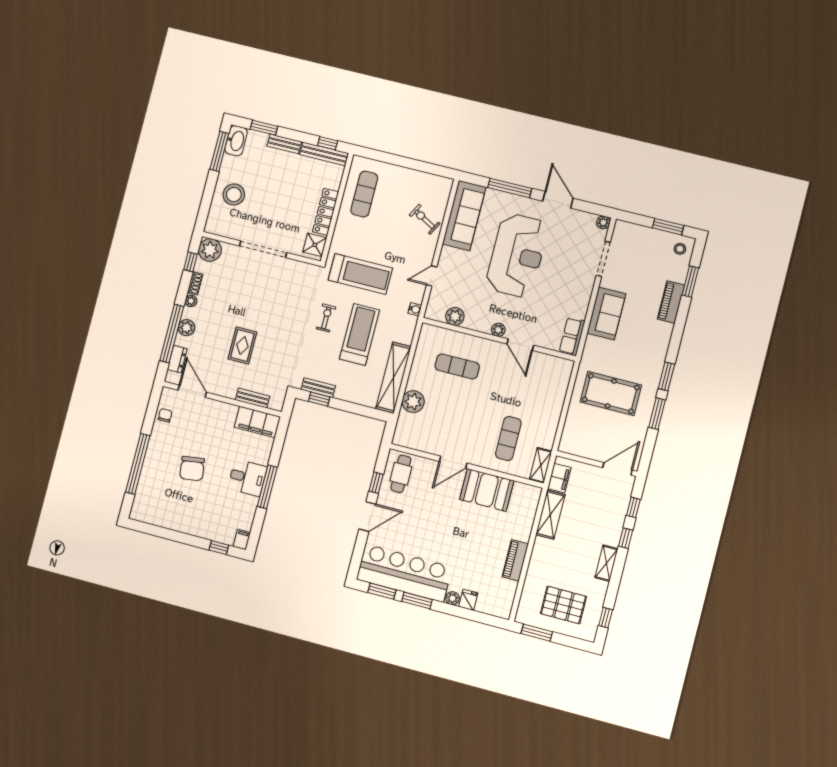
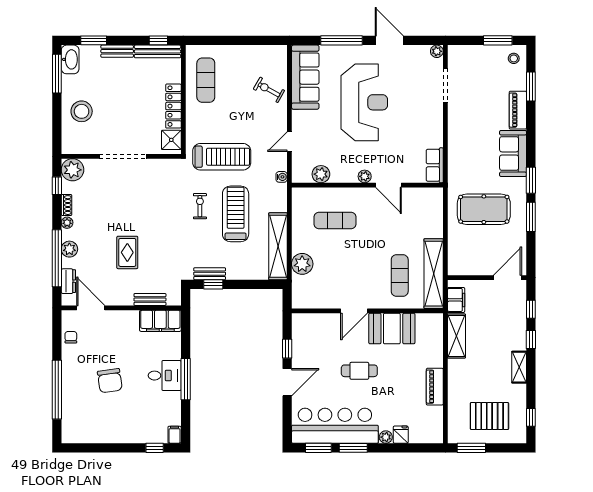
sofa: (606, 313) -> (513, 153), moved, turned 180
shelving: (541, 465) -> (434, 274), width x2.20, depth x1.33
cafe table: (401, 474) -> (359, 371), moved, turned 90

